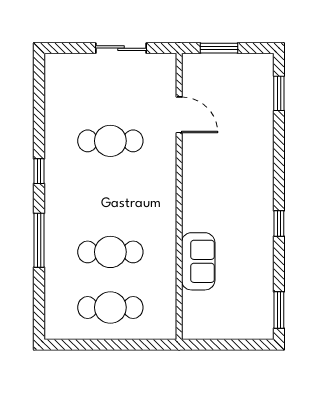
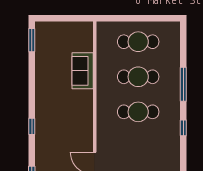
cafe table: (110, 141) -> (138, 112), moved
window: (279, 223) -> (32, 126), moved

